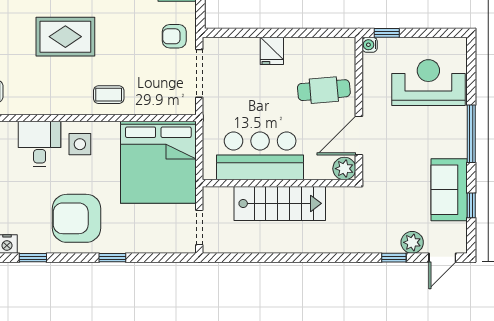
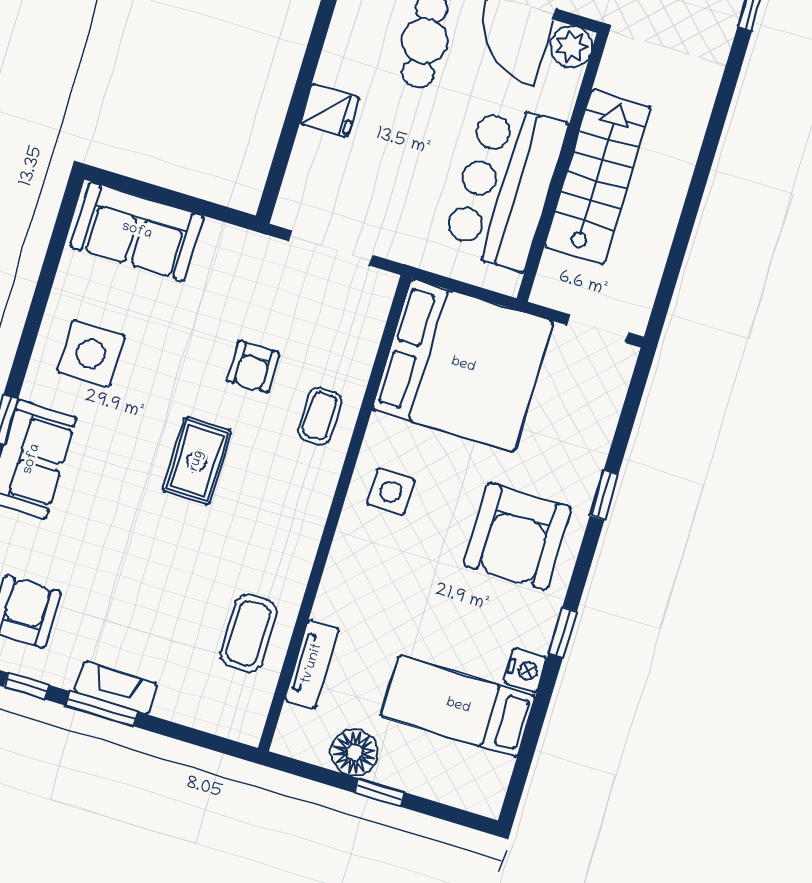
armchair: (174, 36) -> (253, 367), moved
rug: (65, 37) -> (197, 461), width x0.73, depth x0.70
desk: (40, 144) -> (369, 561), removed

